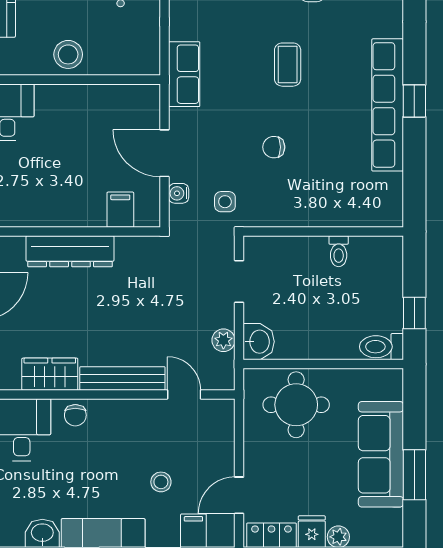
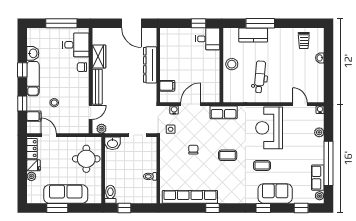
row of seats: (388, 105) -> (190, 197), moved
plant: (223, 340) -> (101, 129), moved

